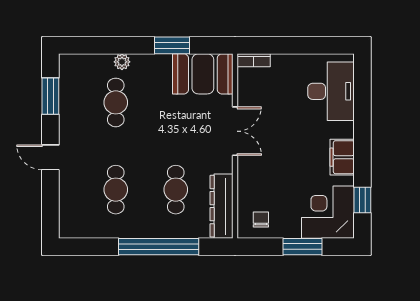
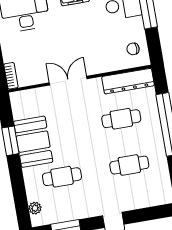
plant: (122, 62) -> (35, 208), moved
booth: (203, 74) -> (33, 142), moved

